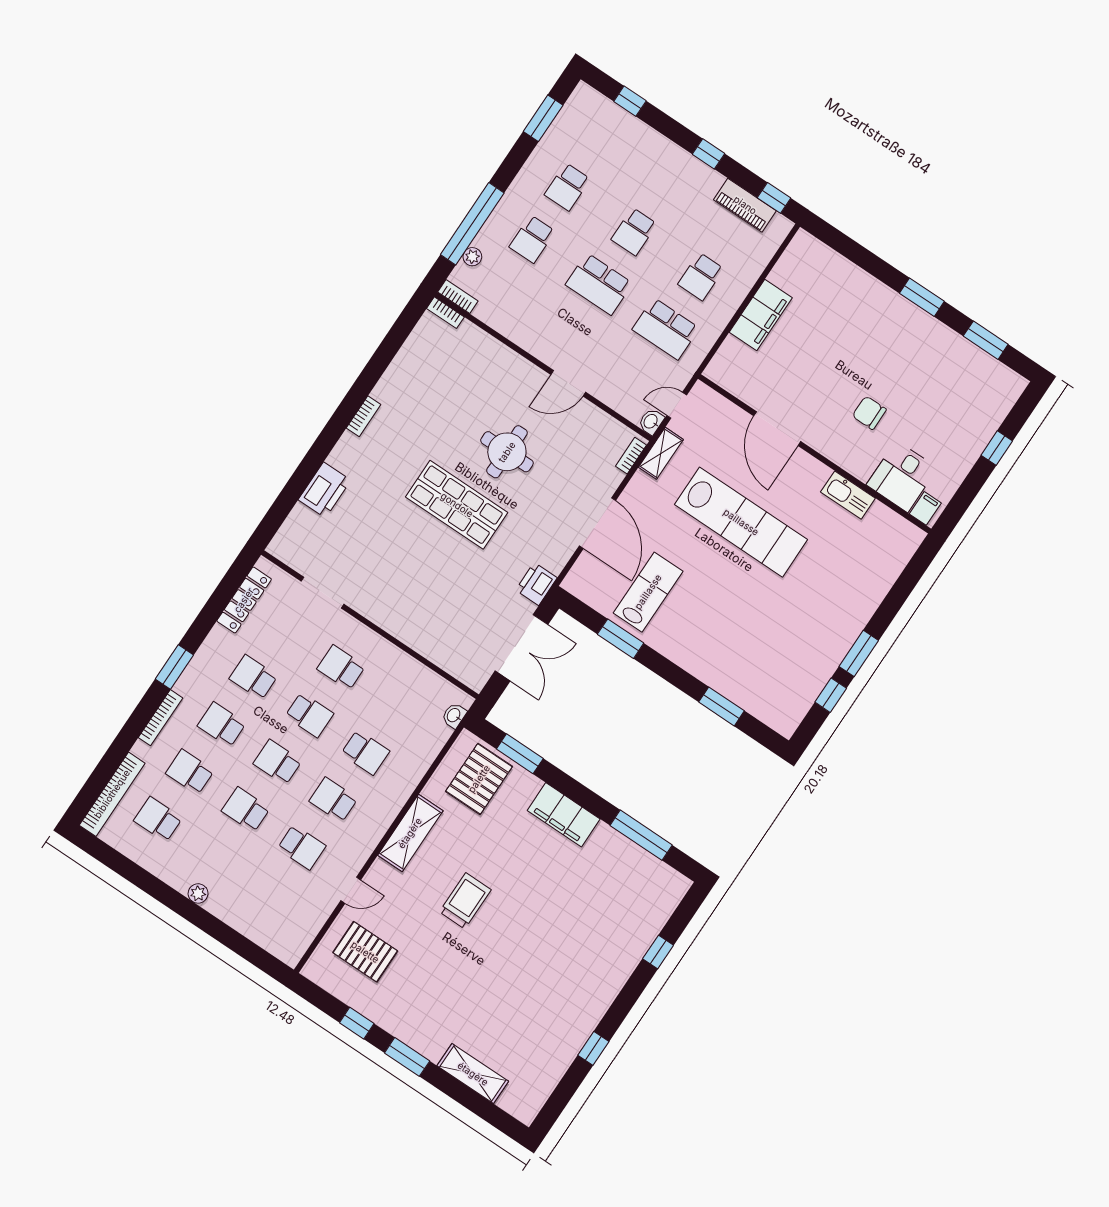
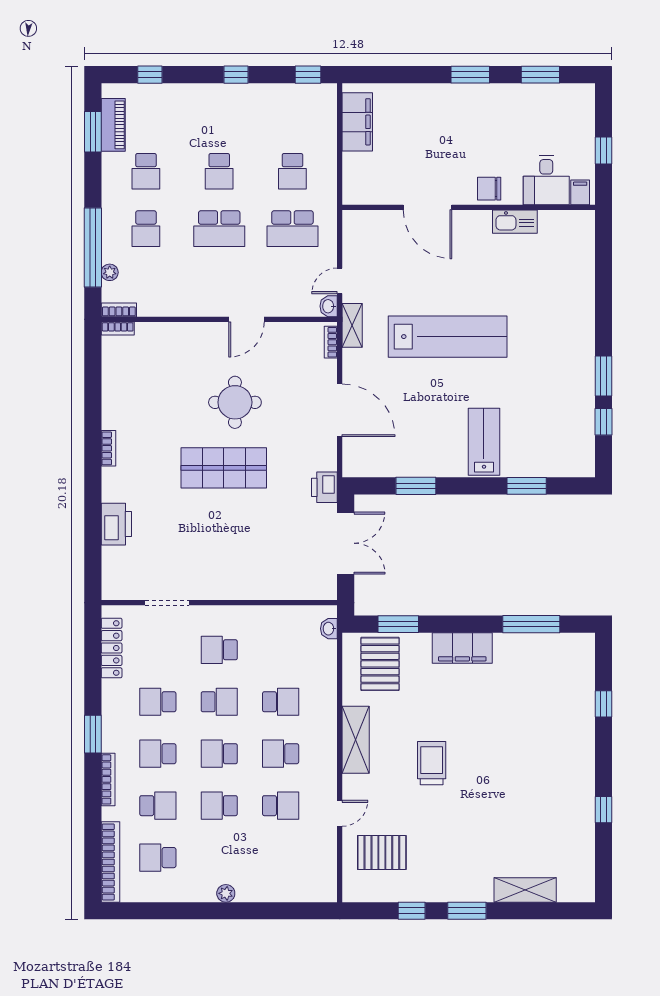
piano: (745, 205) -> (113, 125), moved, turned -90
filing cabinet: (761, 315) -> (357, 122), moved
door: (777, 429) -> (428, 207), moved
wall: (815, 454) -> (469, 207), moved
desk: (902, 477) -> (546, 180), moved
kitchen sink: (848, 495) -> (515, 222), moved
filing cabinet: (925, 508) -> (580, 192), moved
lab bench: (648, 592) -> (484, 442), moved
school desk: (190, 772) -> (158, 806), turned 180

